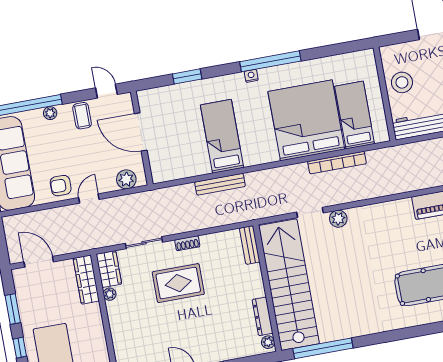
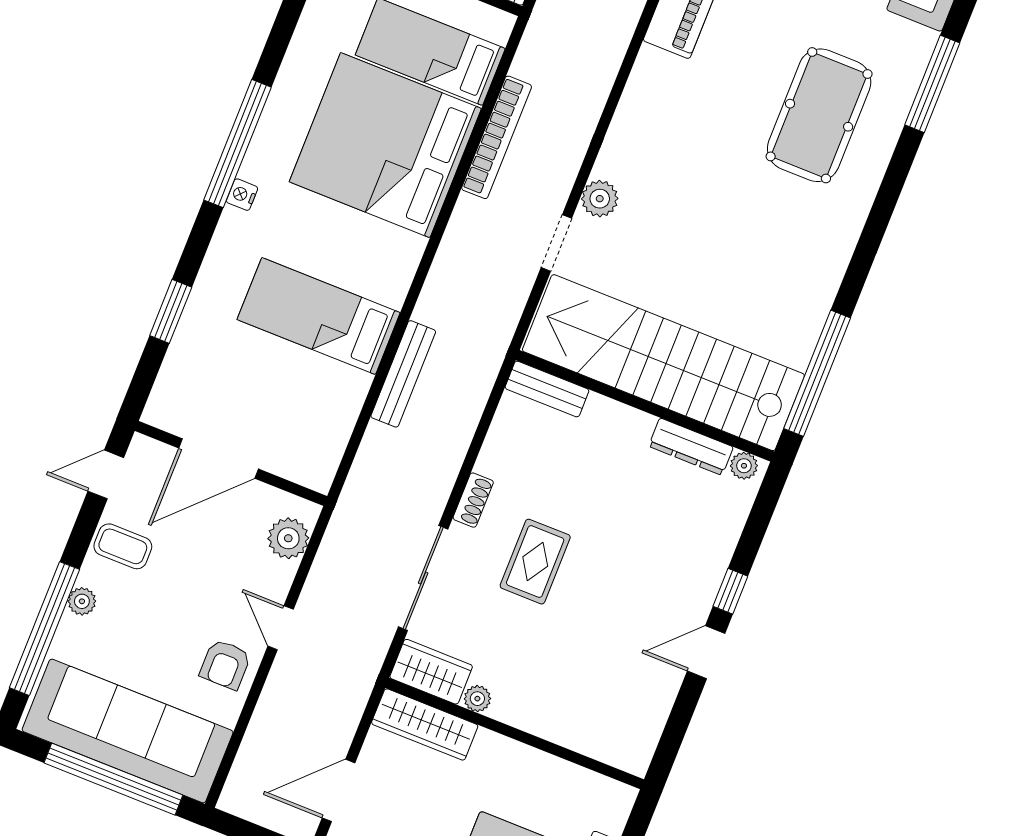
sliding door: (144, 243) -> (423, 578), width x1.37
rug: (178, 283) -> (535, 562), width x0.73, depth x0.70

